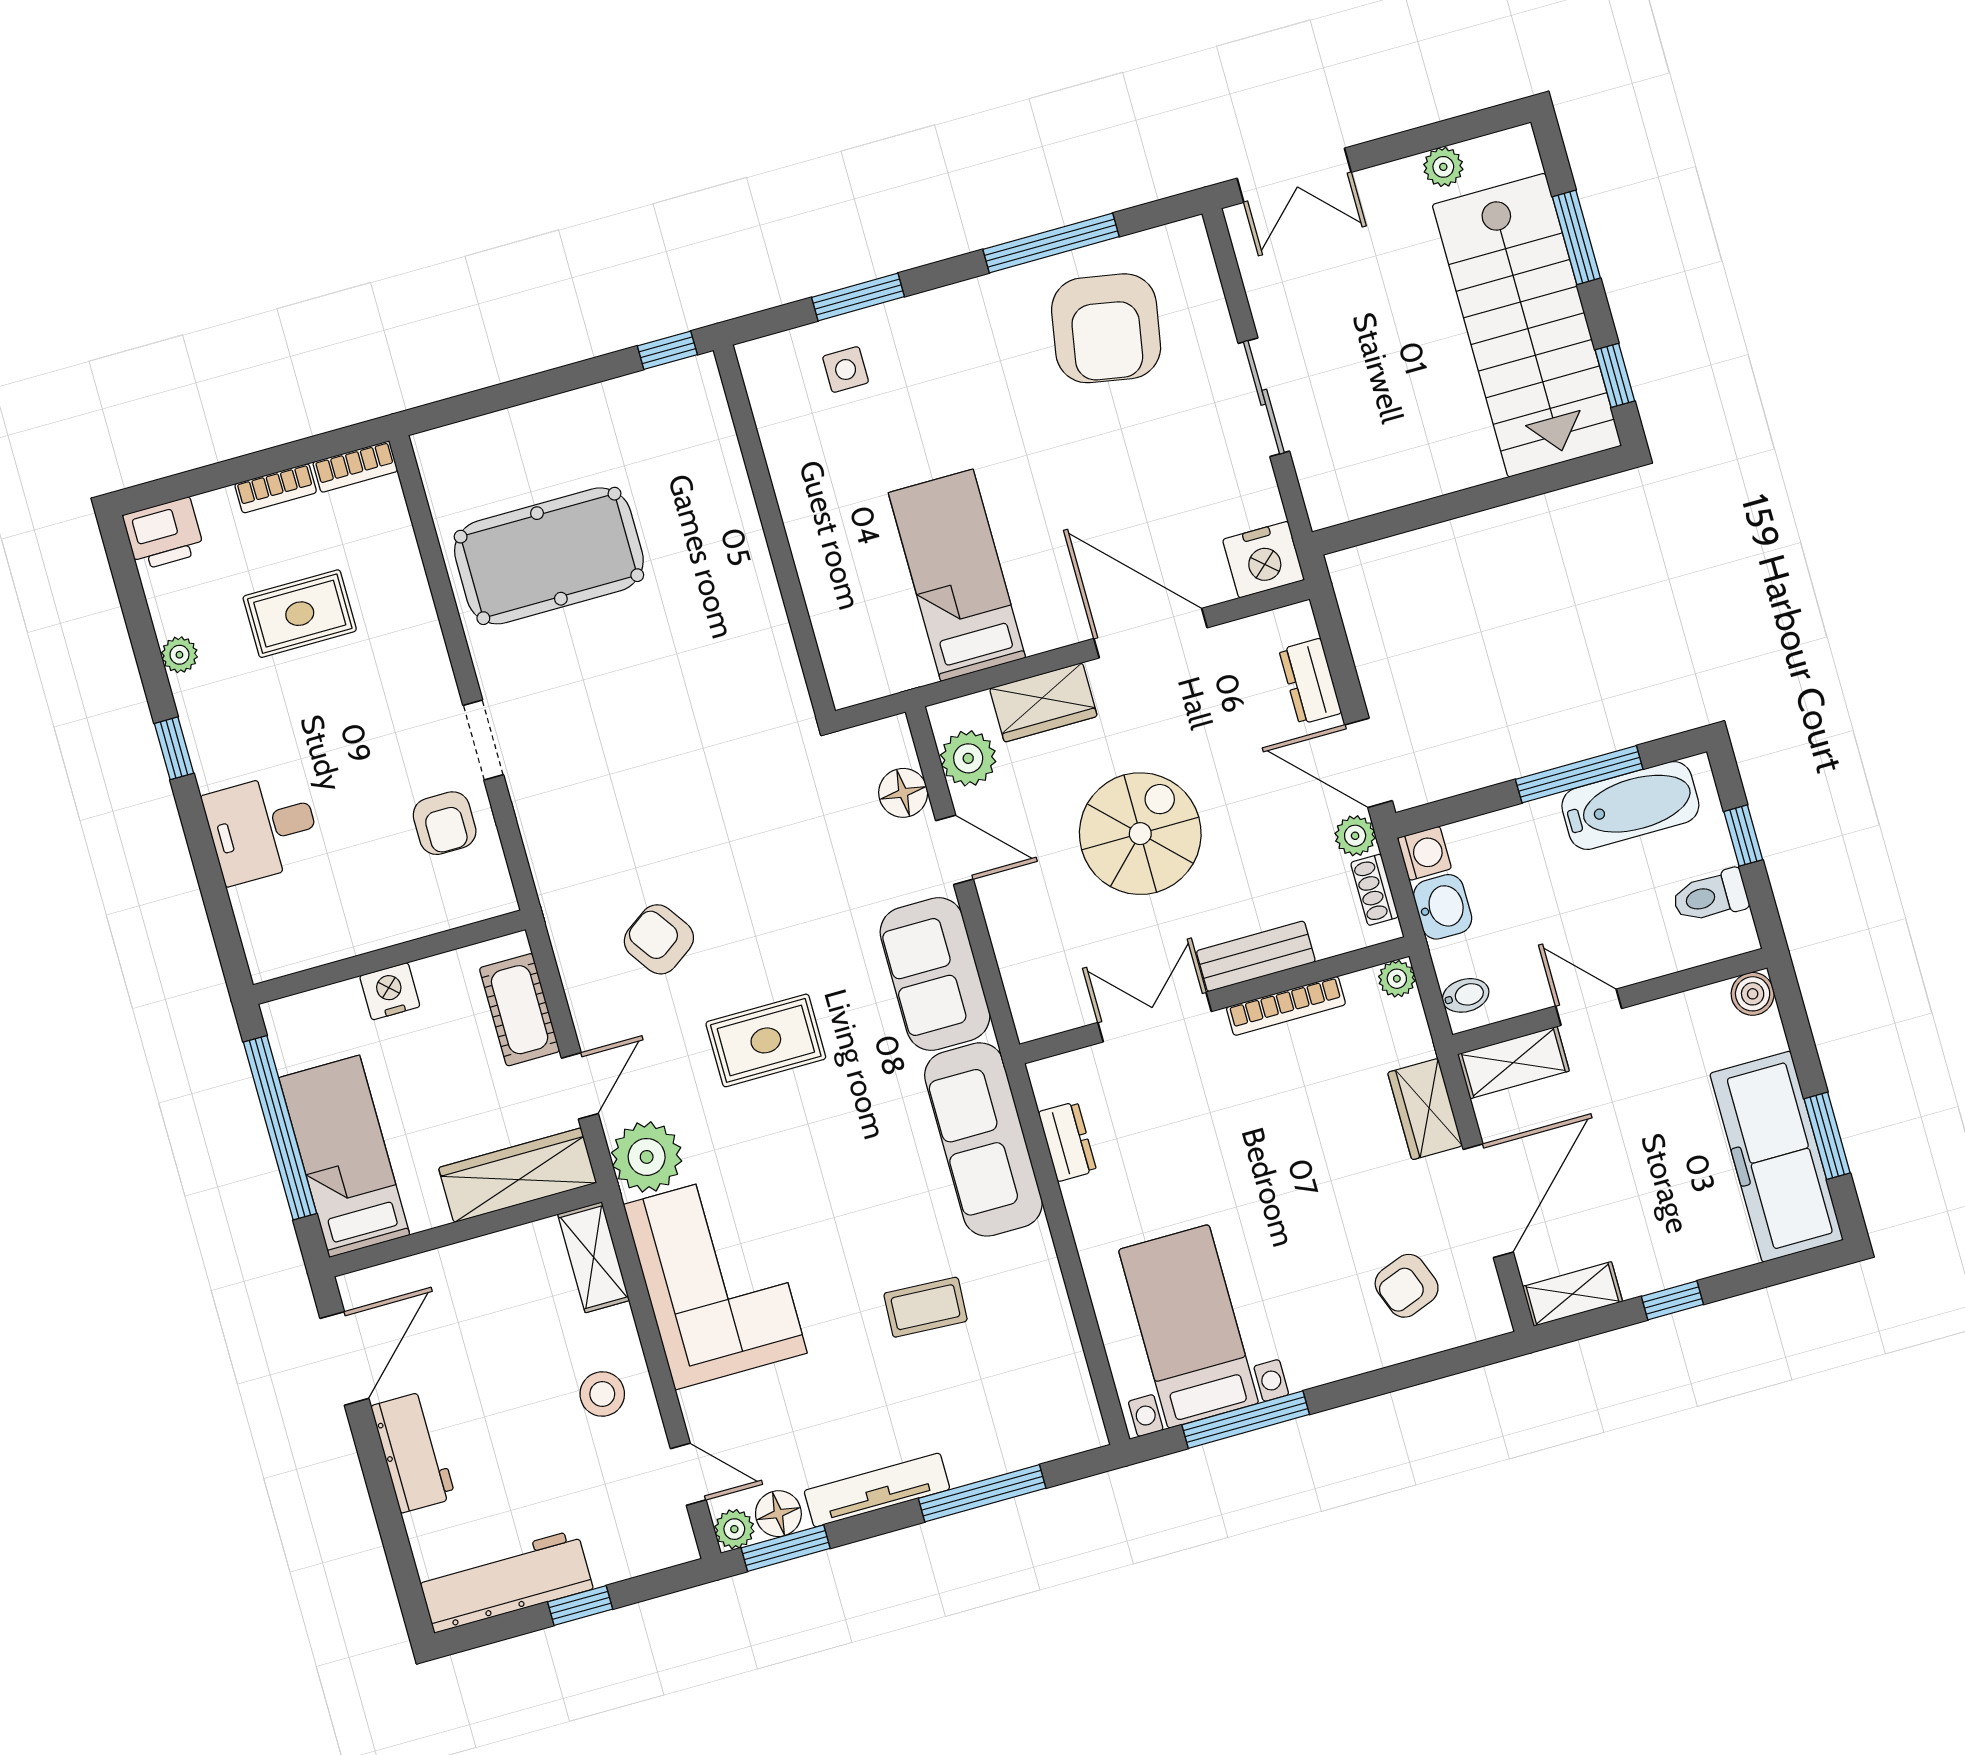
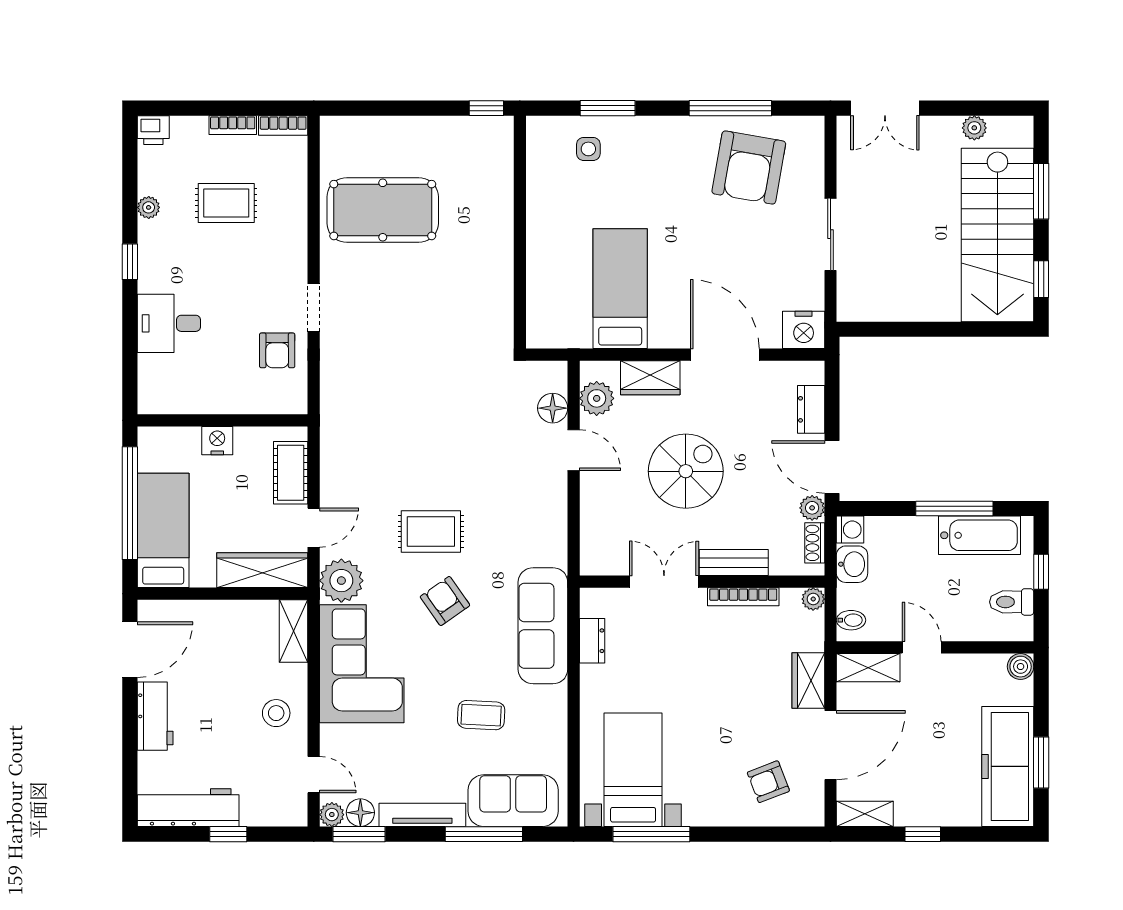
printer: (164, 534) -> (153, 130), width x0.73, depth x0.81
armchair: (659, 939) -> (445, 601), moved
sofa: (935, 974) -> (513, 801), moved, turned 90

